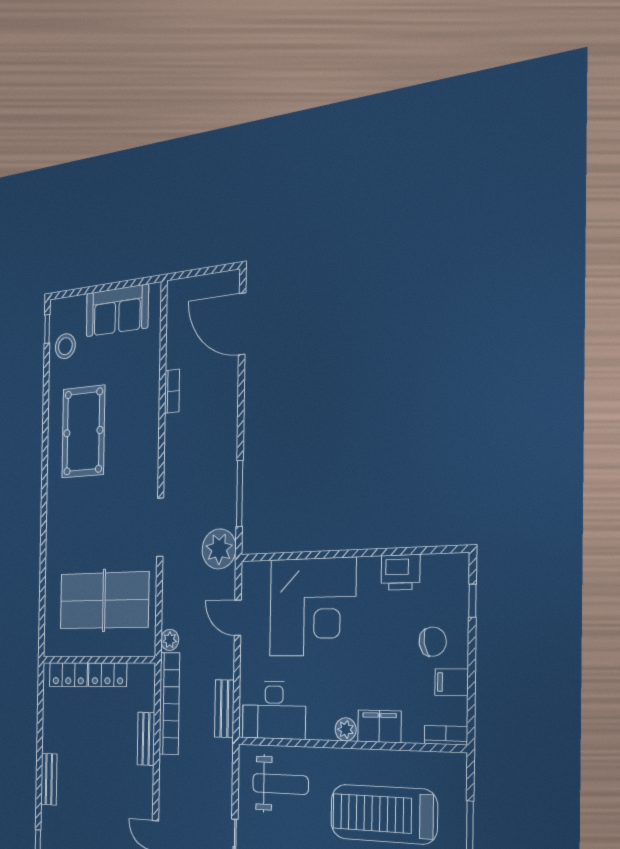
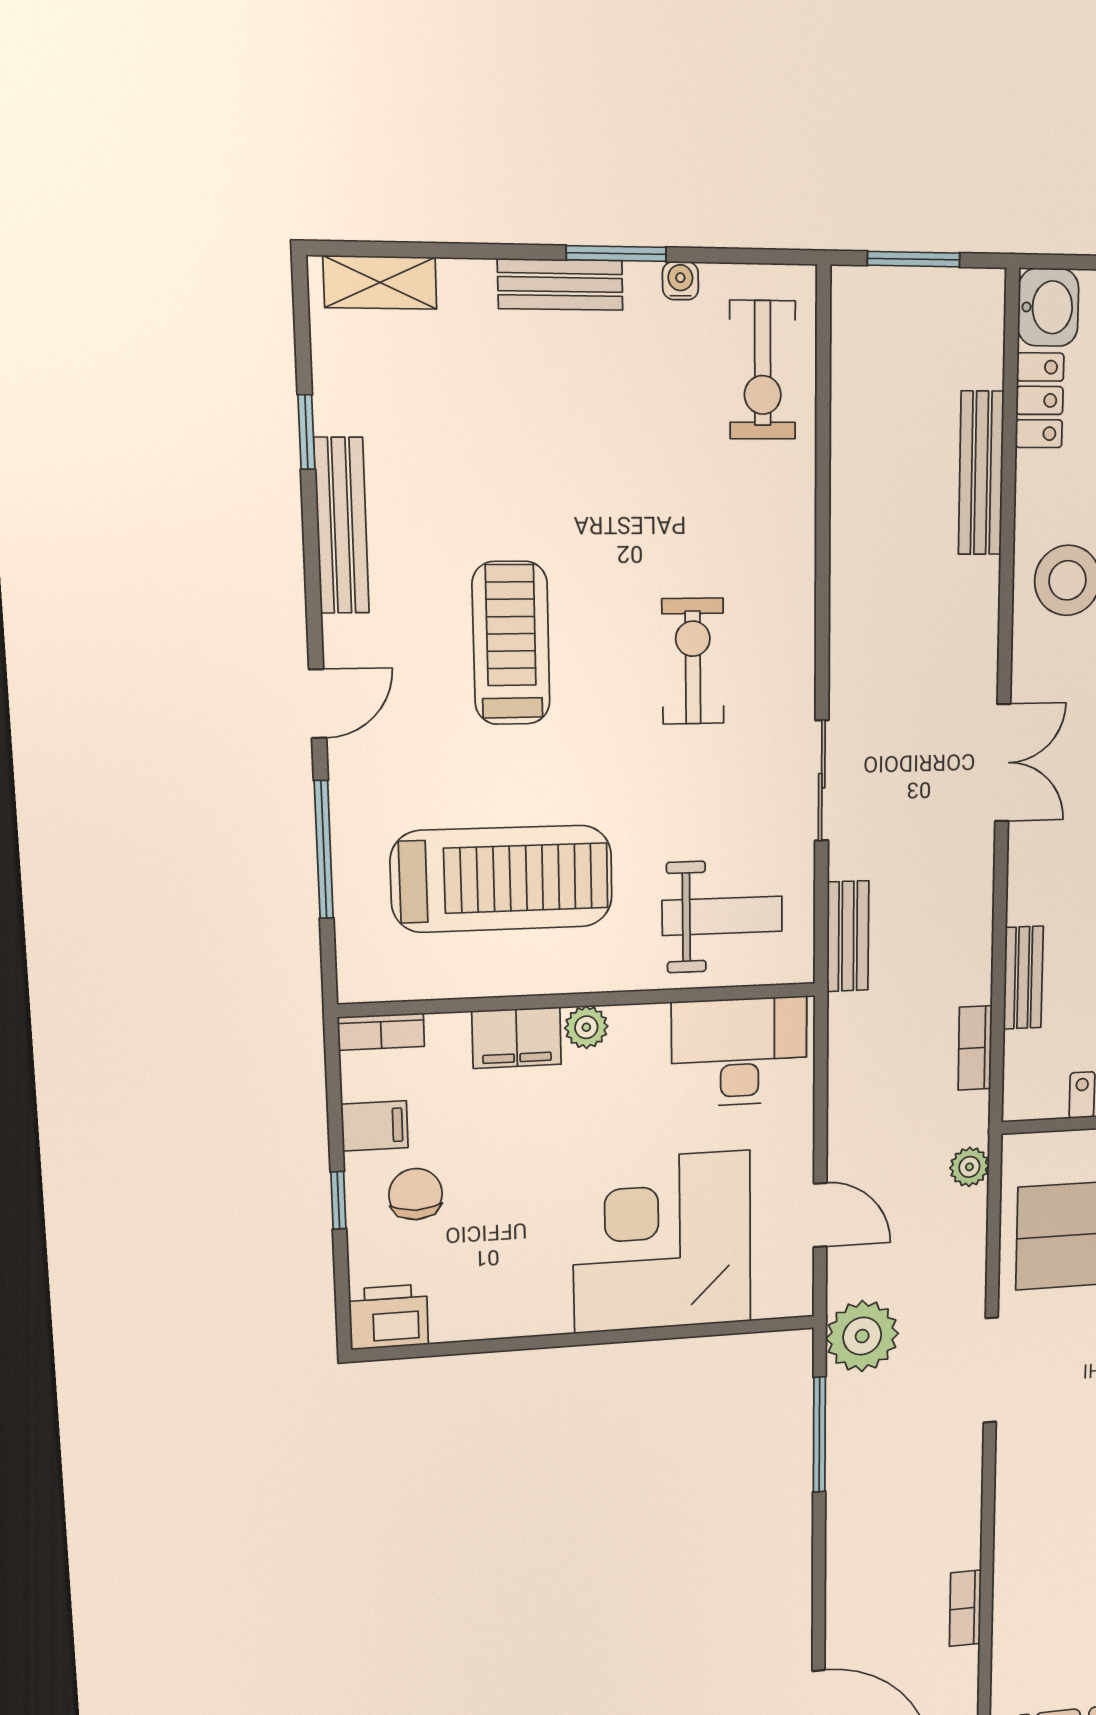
printer: (401, 572) -> (389, 1317), moved
window: (472, 601) -> (338, 1200), moved
chair: (433, 642) -> (416, 1194), turned 100
bookcase: (169, 704) -> (975, 1048), width x0.43, depth x0.76
bench: (224, 709) -> (848, 936), moved
weight bench: (280, 784) -> (722, 916), turned 180

